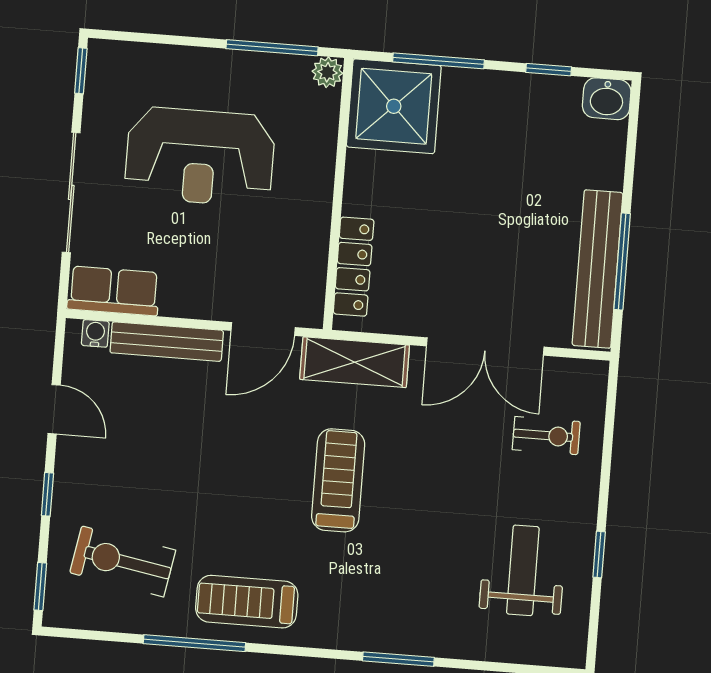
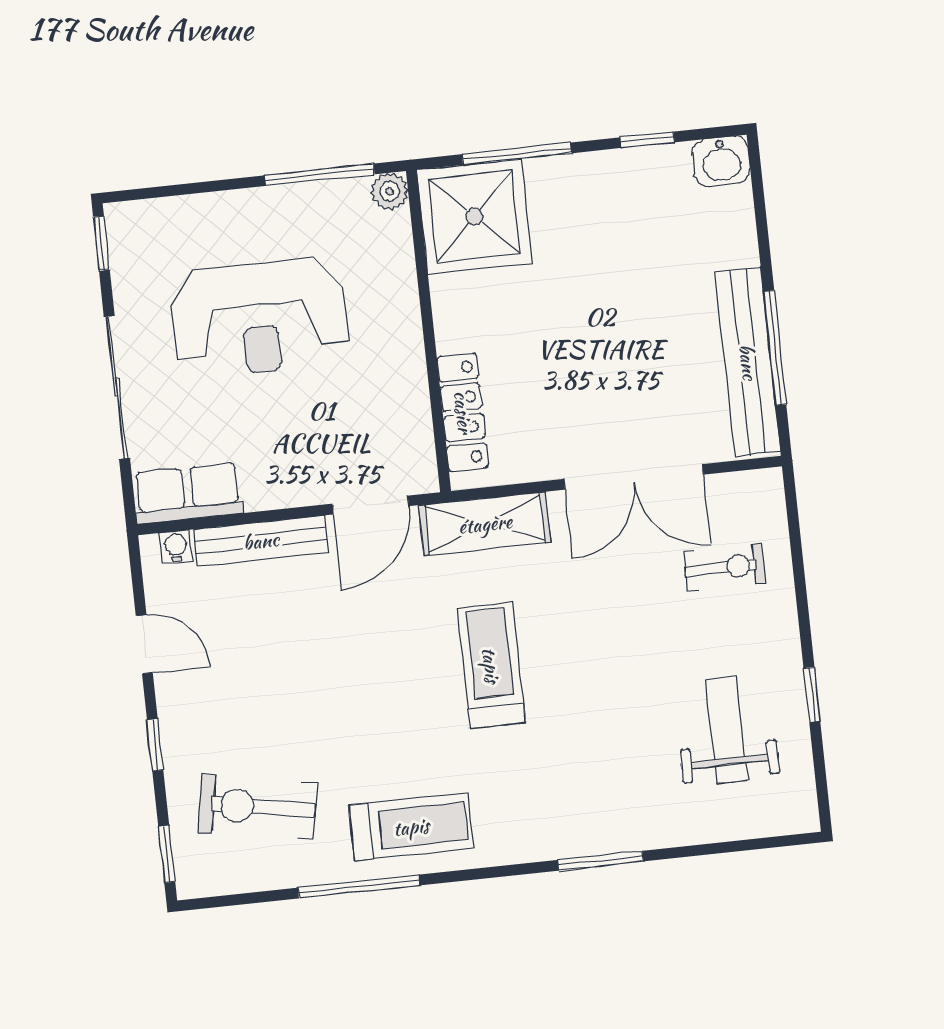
treadmill: (247, 602) -> (411, 827), turned 180

